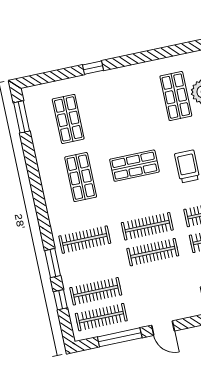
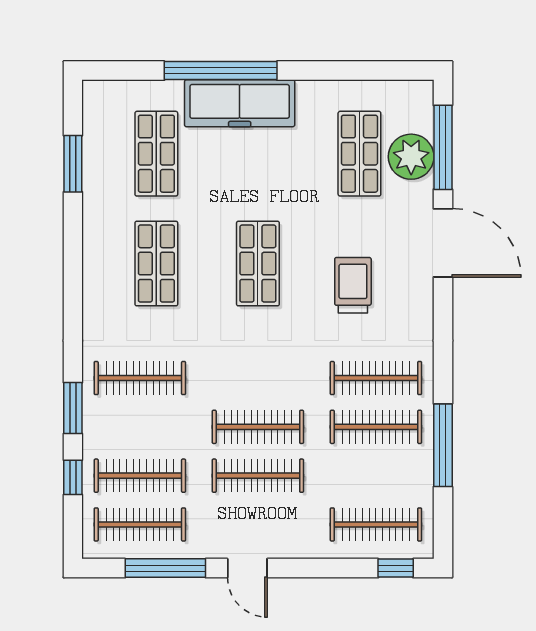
window: (93, 68) -> (221, 71), width x3.17
freezer: (107, 83) -> (240, 103), added
window: (22, 117) -> (73, 164), moved
shop shelf: (134, 166) -> (258, 264), turned 90
clothes rail: (147, 226) -> (258, 476), moved

